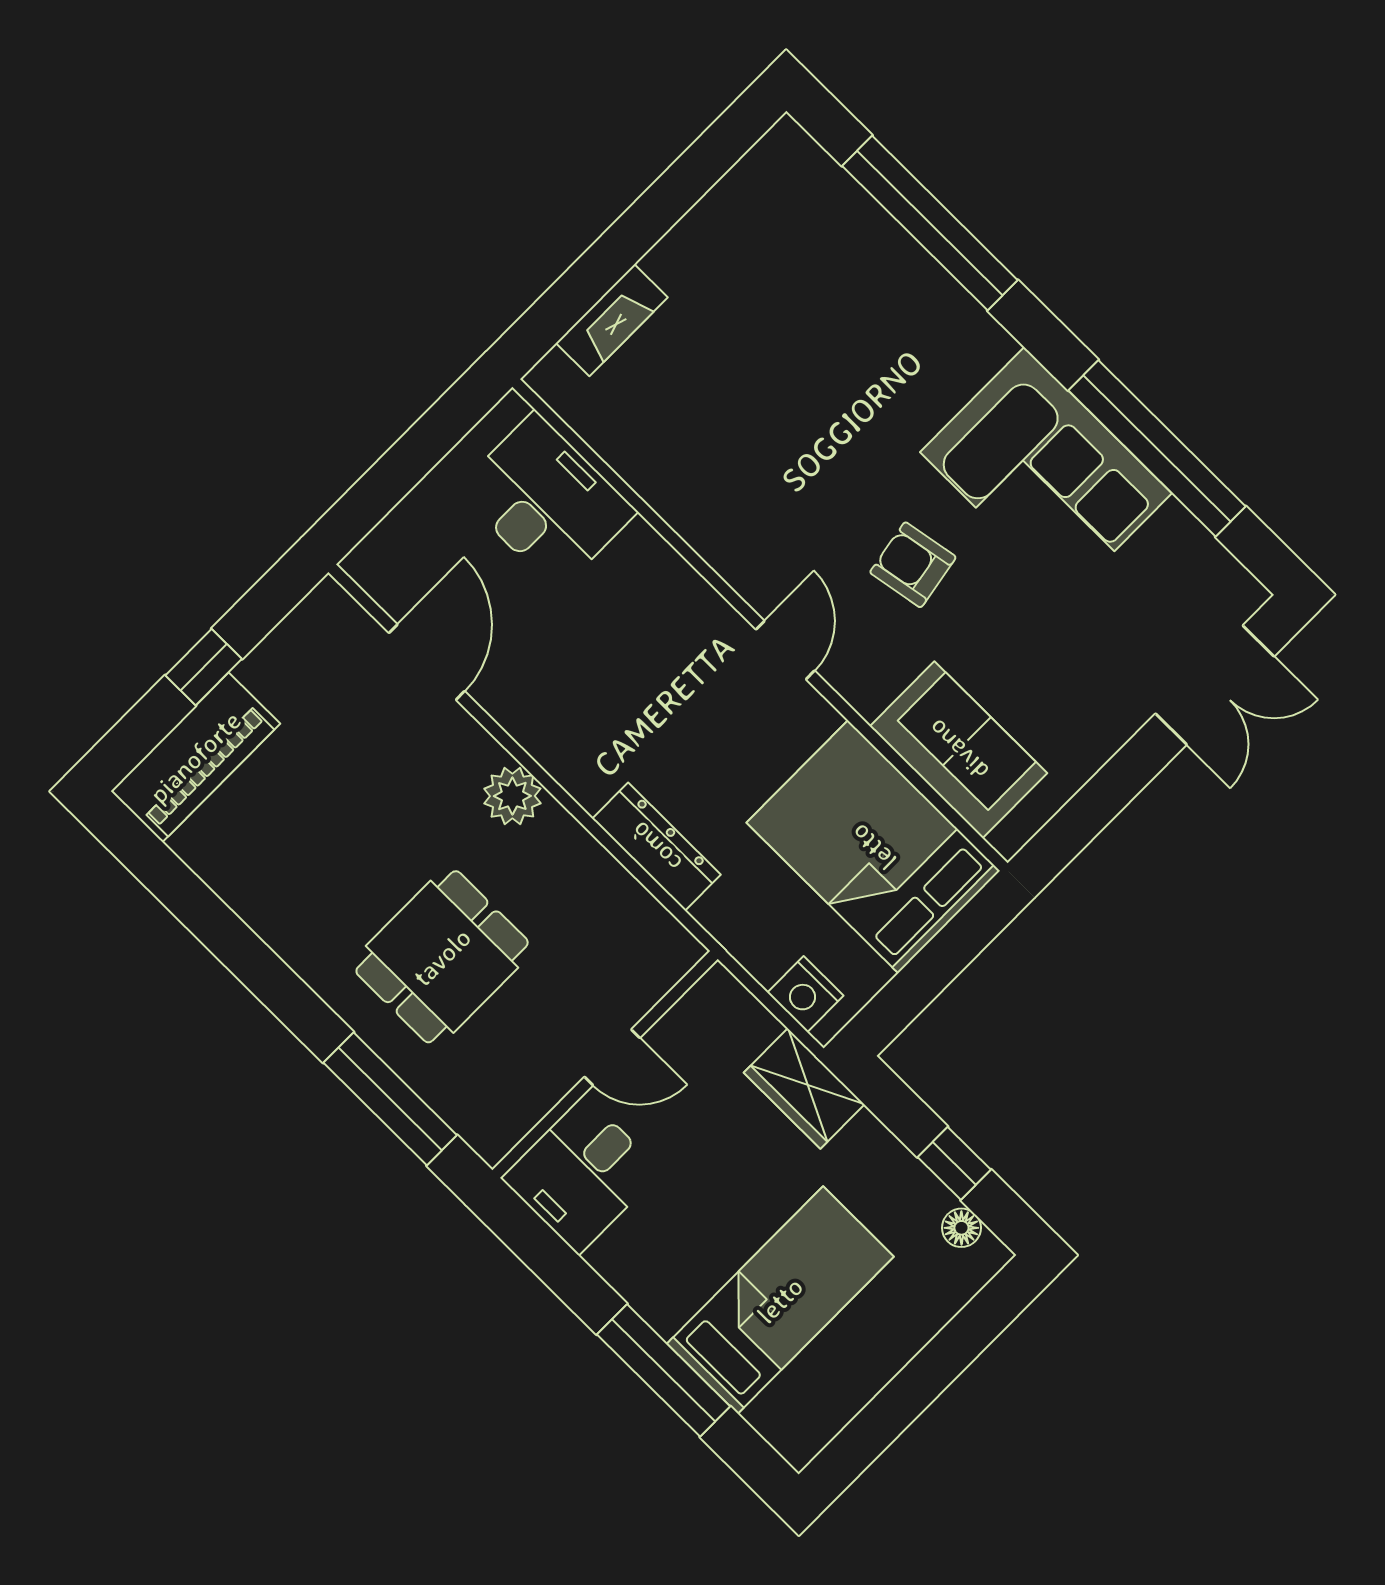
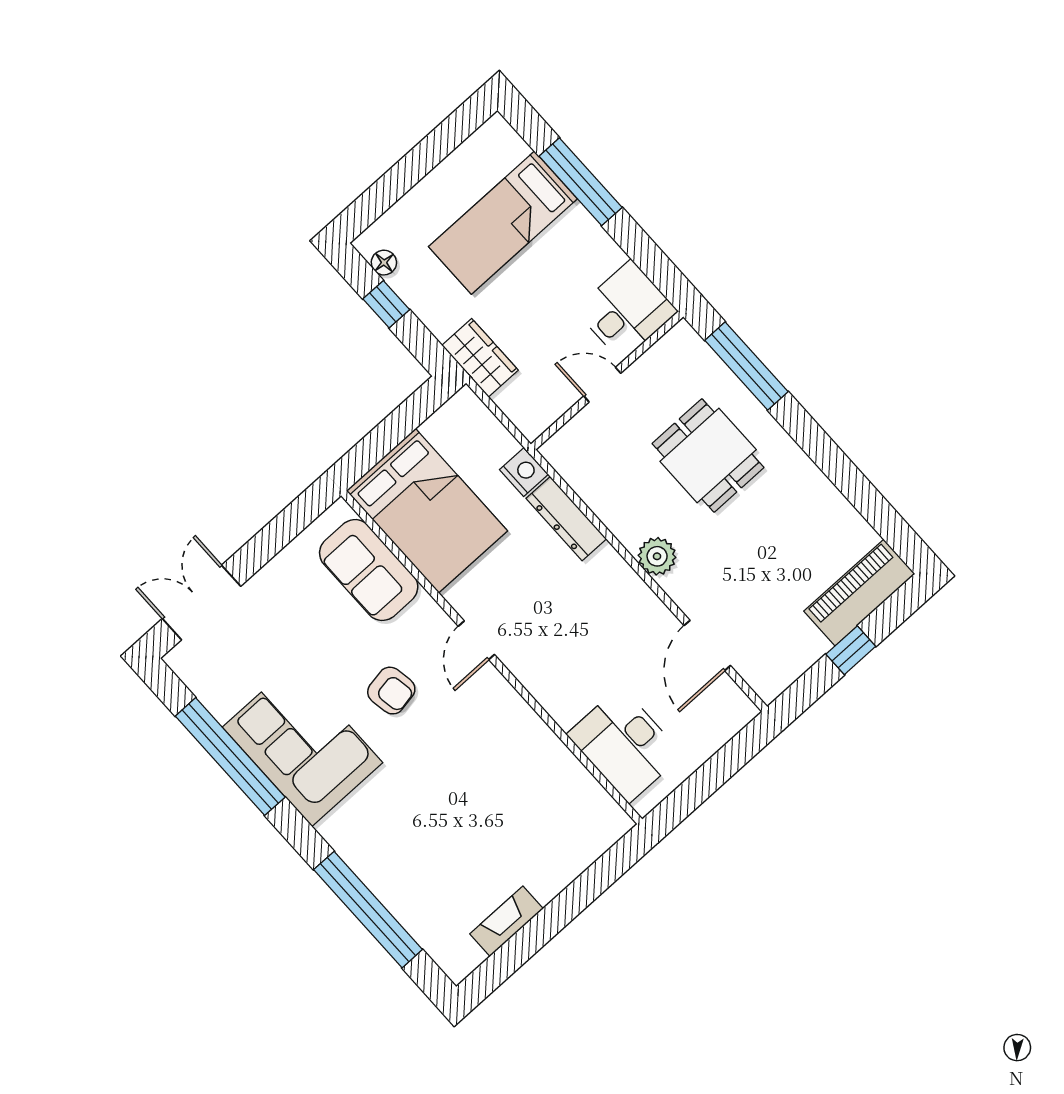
fireplace: (612, 320) -> (506, 921), moved
dining table: (442, 957) -> (708, 455), turned 90
nightstand: (805, 994) -> (524, 472), moved

